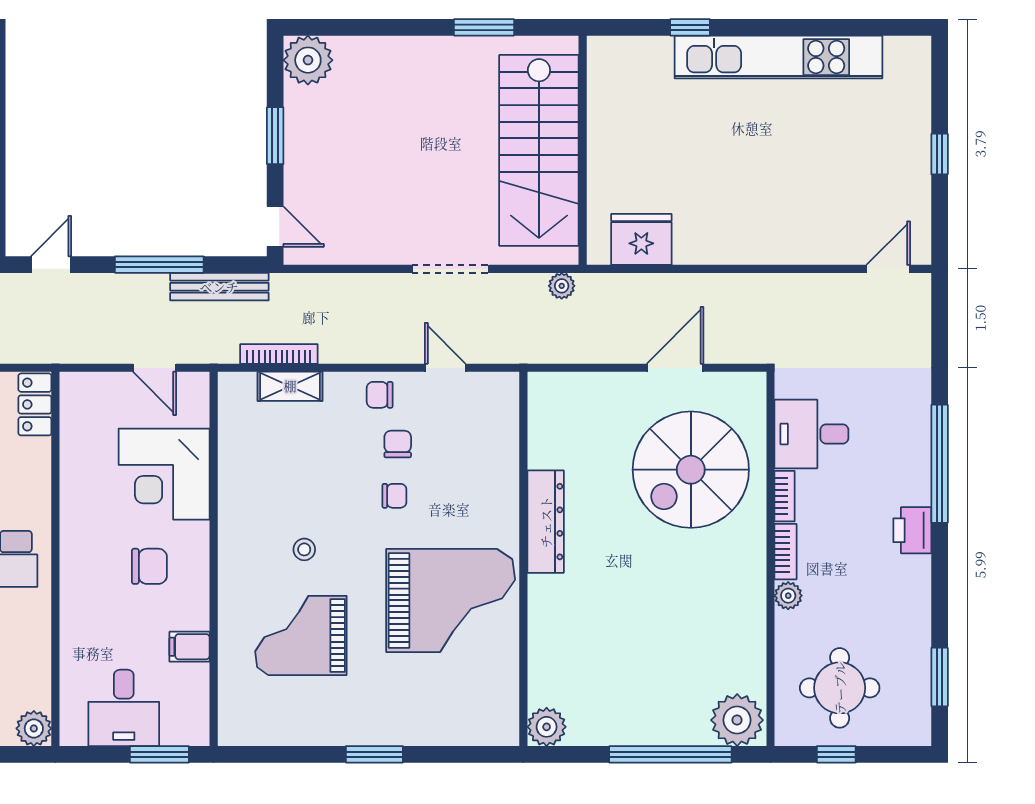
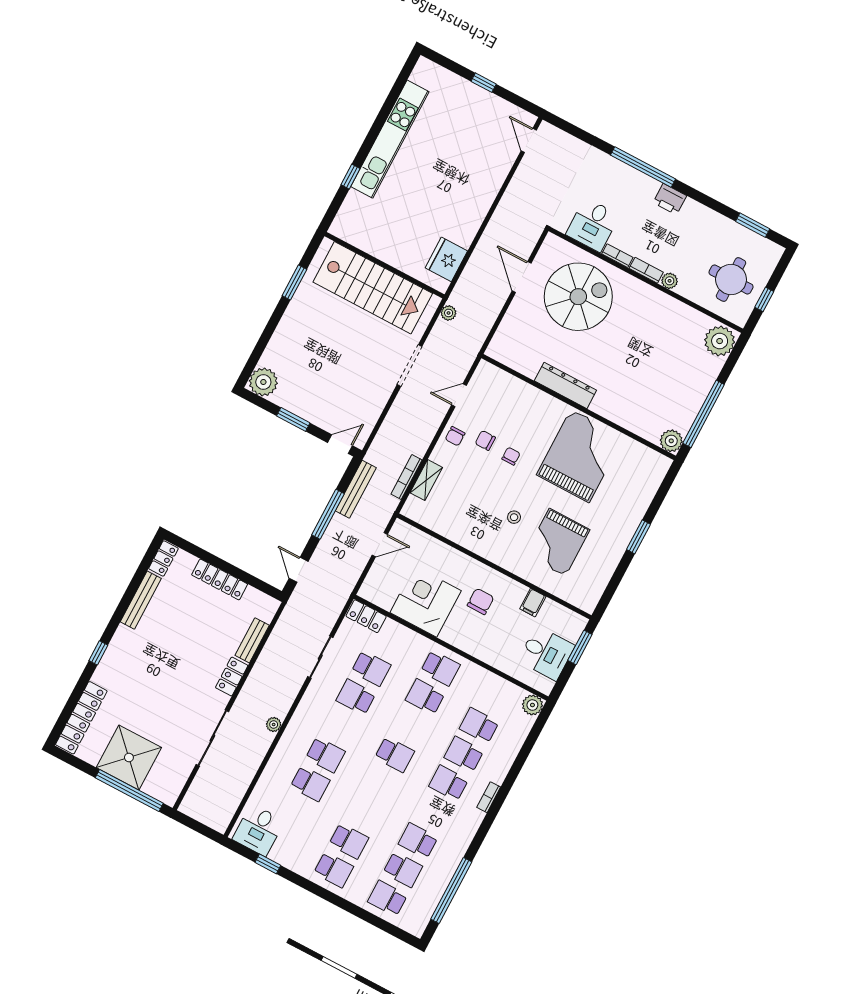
spiral stairs: (691, 470) -> (578, 297), turned -90
corner desk: (164, 474) -> (426, 602), moved, turned 180
window: (670, 754) -> (704, 414), moved

